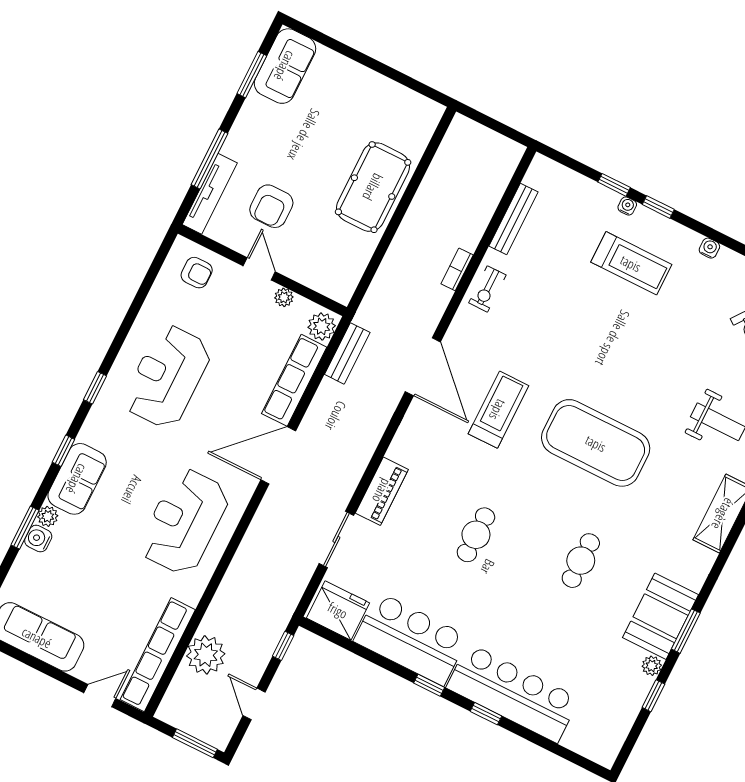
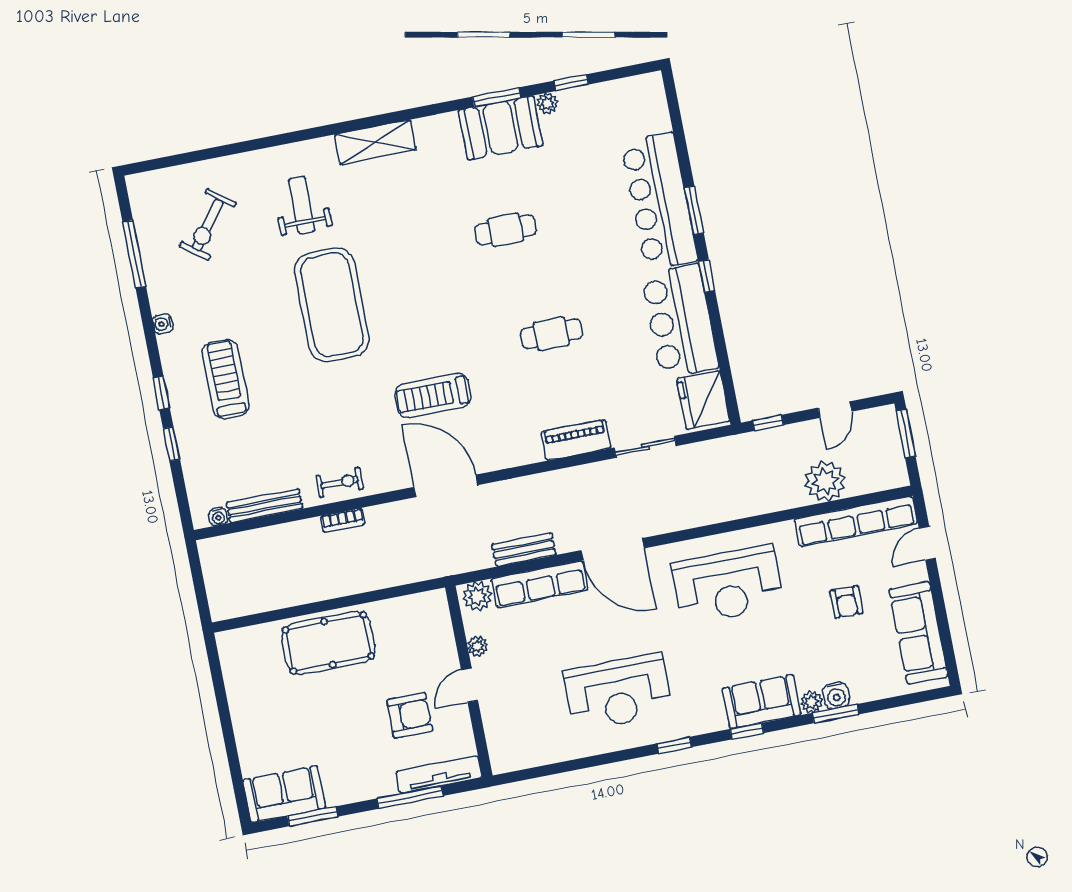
water cooler: (627, 206) -> (218, 517), moved, turned -90
armchair: (197, 273) -> (846, 602), moved, turned 180
bench: (347, 353) -> (524, 550), moved
door: (423, 367) -> (446, 486), hinge flipped
exercise mat: (596, 443) -> (332, 305), moved
door: (100, 696) -> (927, 543), hinge flipped
window: (486, 714) -> (694, 210), width x1.50

